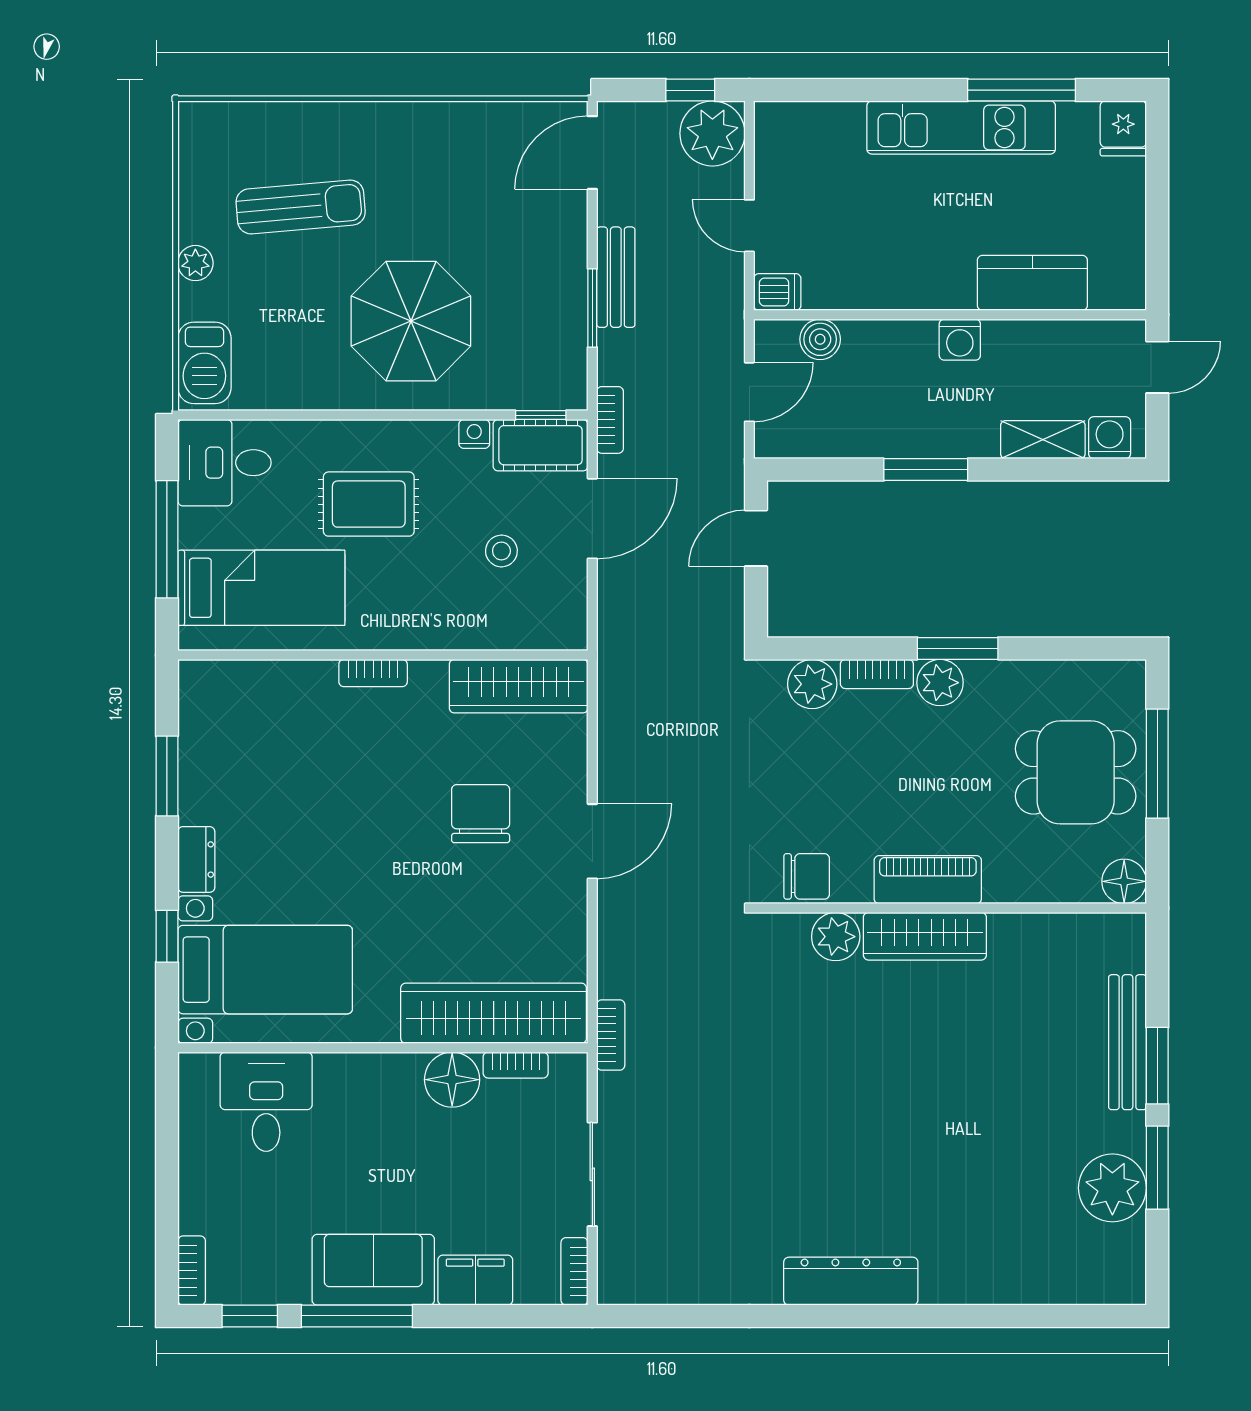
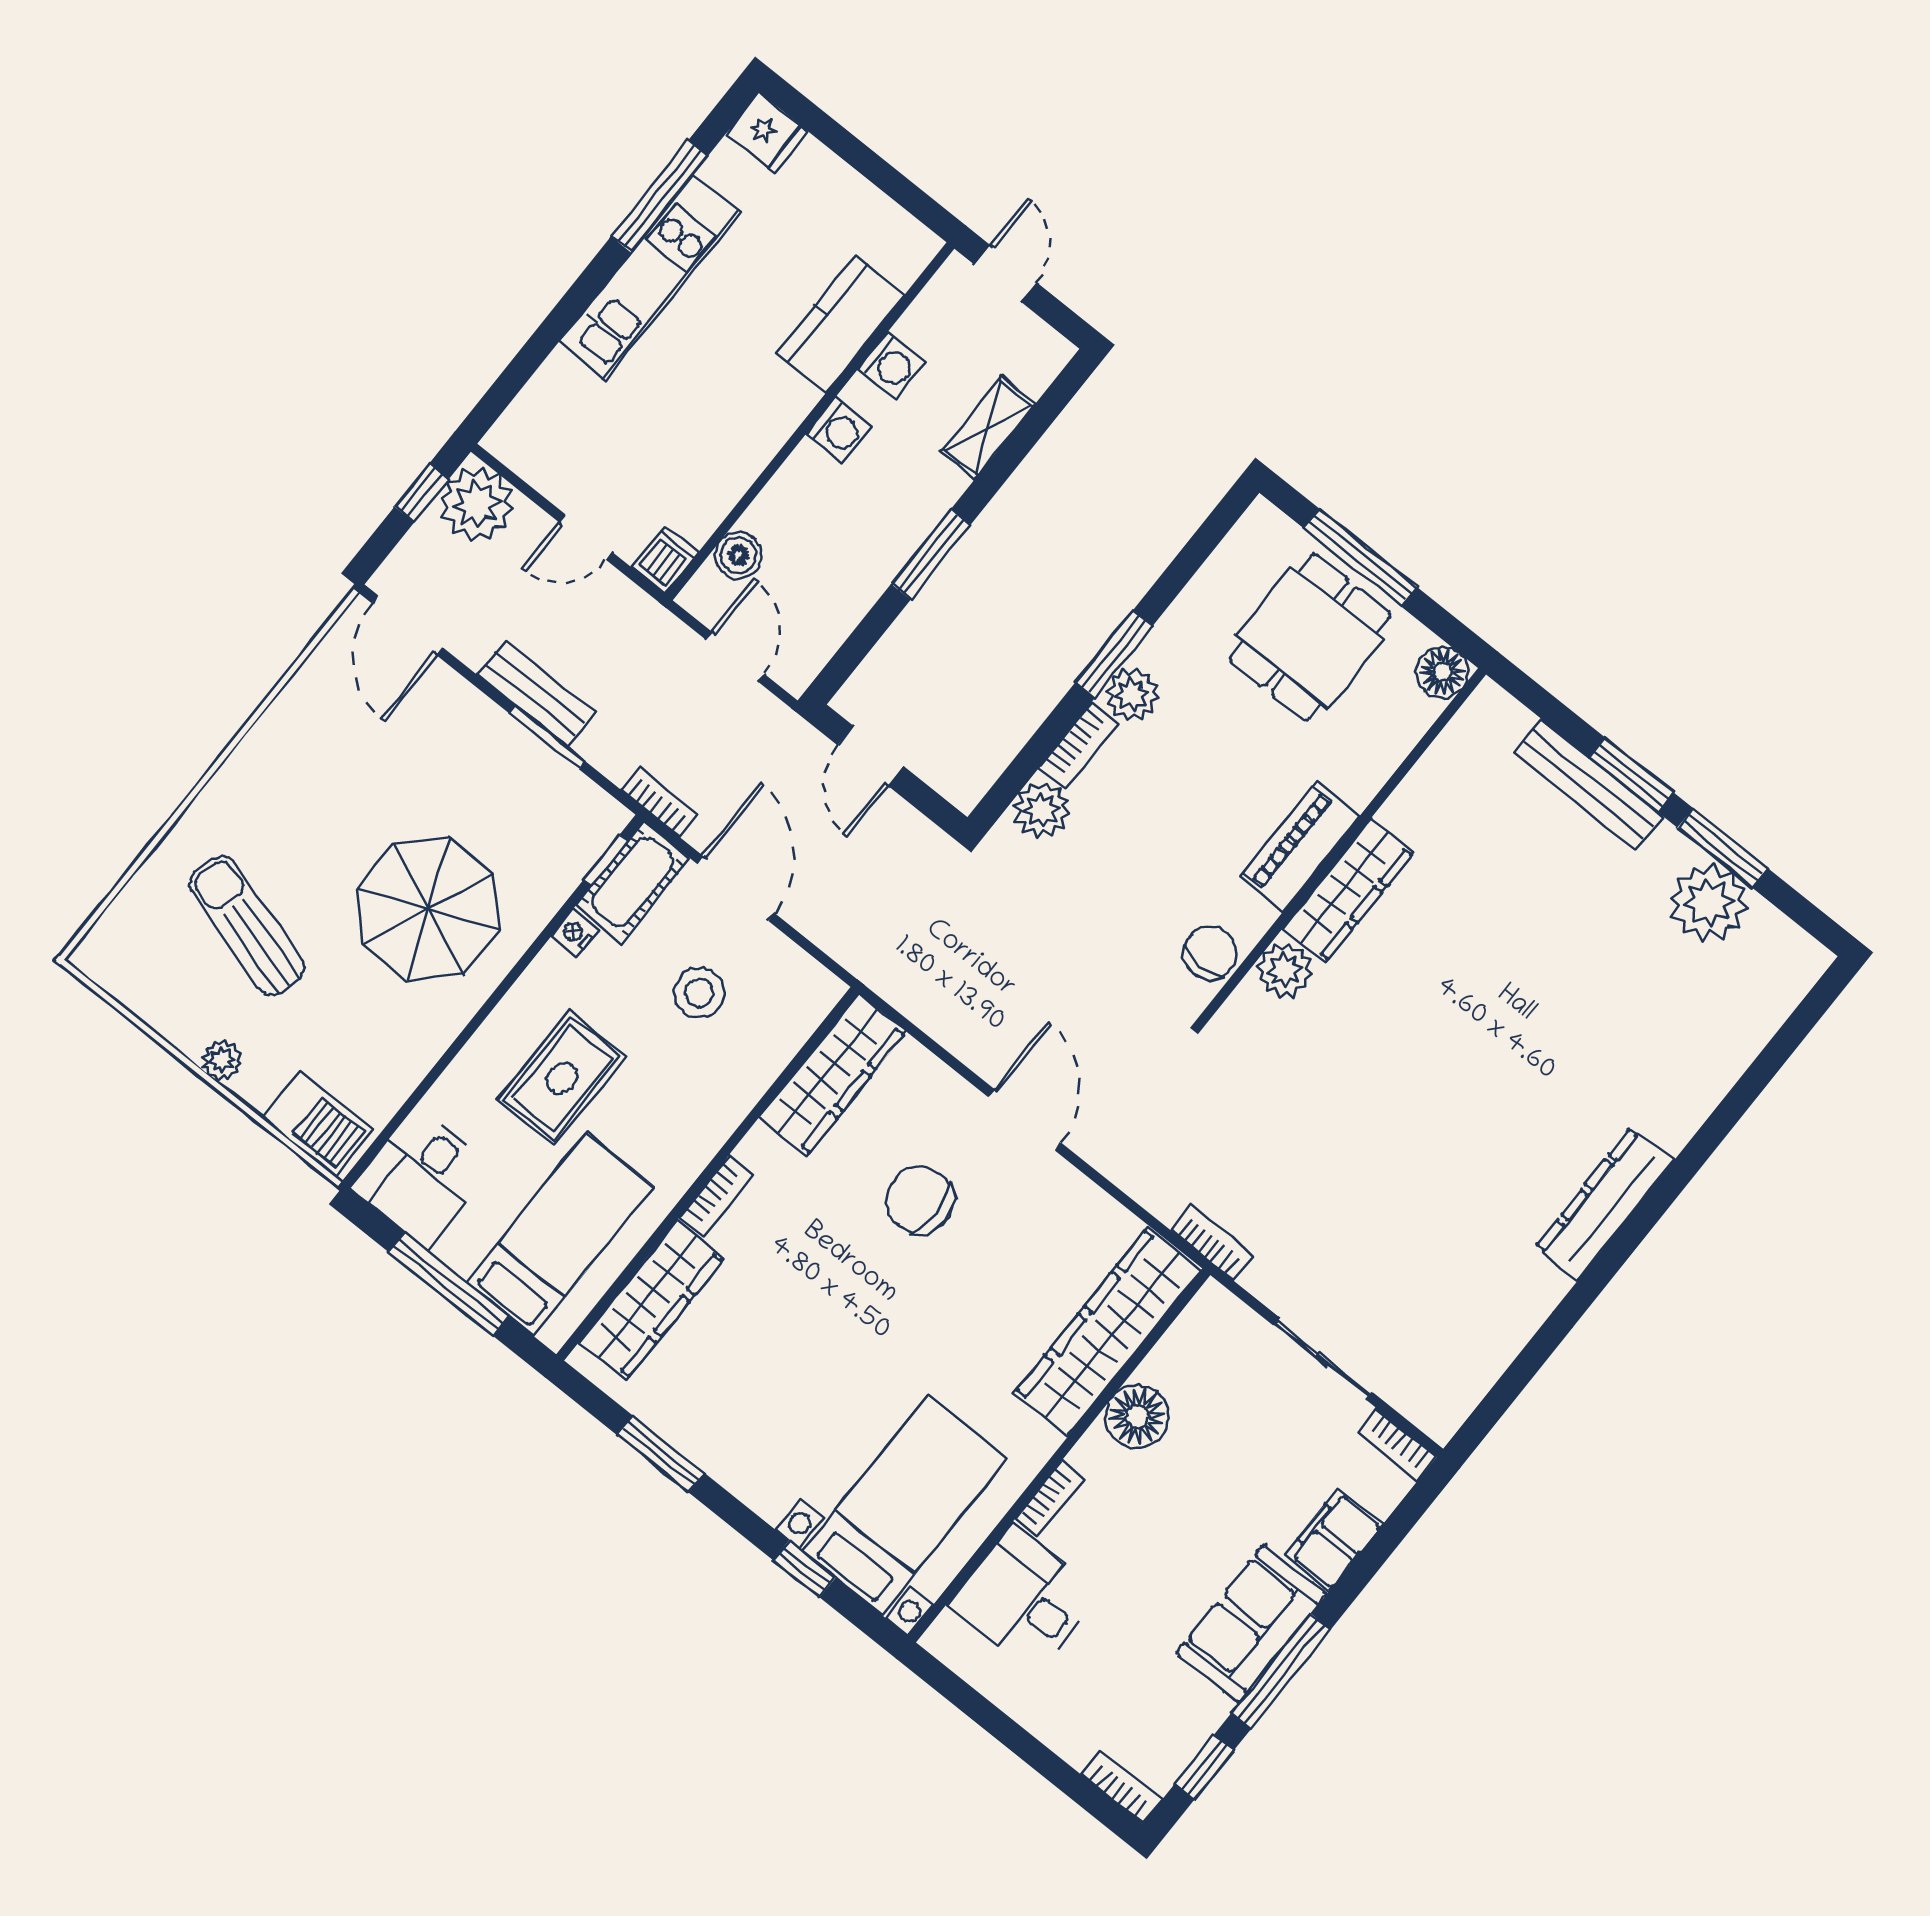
sun lounger: (301, 207) -> (247, 926), turned -68
washing machine: (1110, 438) -> (891, 366), moved, turned 180
stool: (501, 551) -> (699, 993), width x1.37, depth x1.37
wardrobe: (267, 686) -> (652, 1300), added
dresser: (196, 859) -> (757, 1488), removed
bookcase: (516, 1065) -> (1050, 1499), moved

